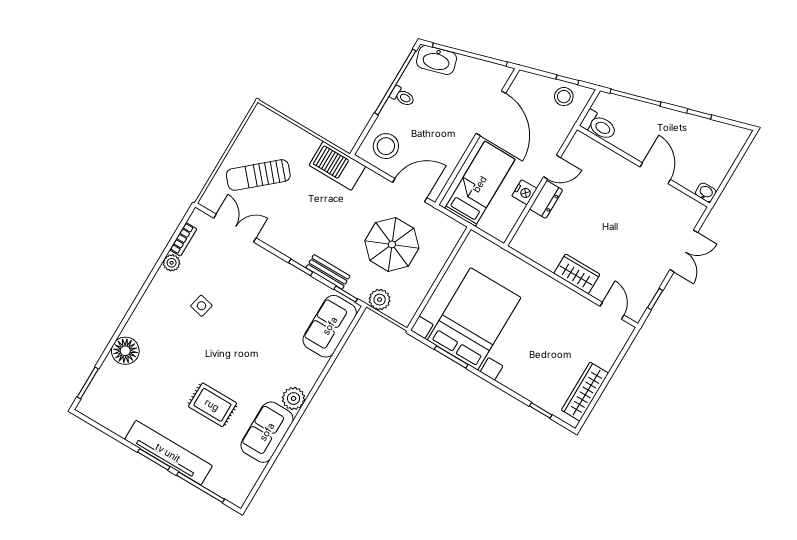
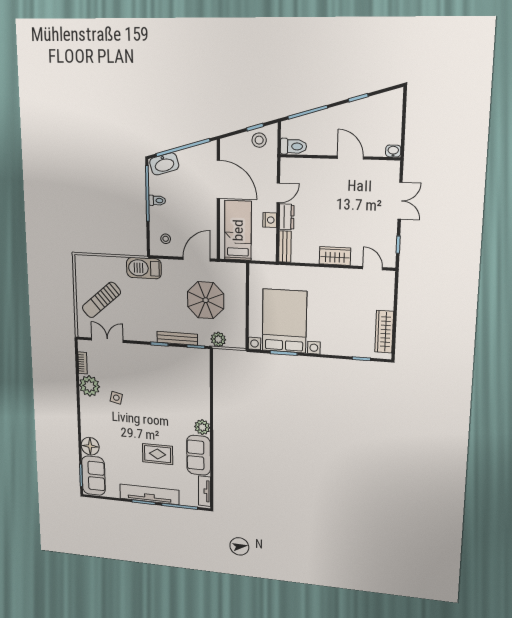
stool: (386, 146) -> (166, 239), width x0.53, depth x0.53
bench: (525, 232) -> (285, 247), added
plant: (172, 263) -> (89, 386), width x1.88, depth x1.88
bench: (328, 272) -> (177, 338), width x1.36
sofa: (330, 326) -> (93, 476), moved, turned 180
tv unit: (247, 483) -> (204, 491), added

